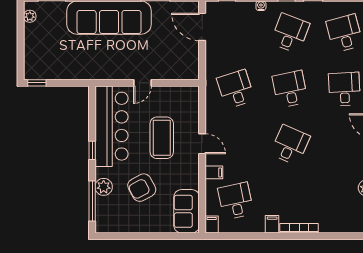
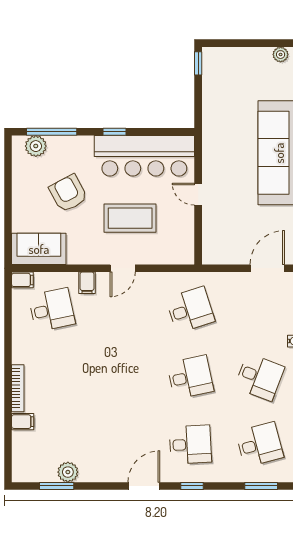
desk: (290, 145) -> (121, 377), removed
plant: (104, 187) -> (36, 146), moved
filing cabinet: (272, 224) -> (23, 422), moved

